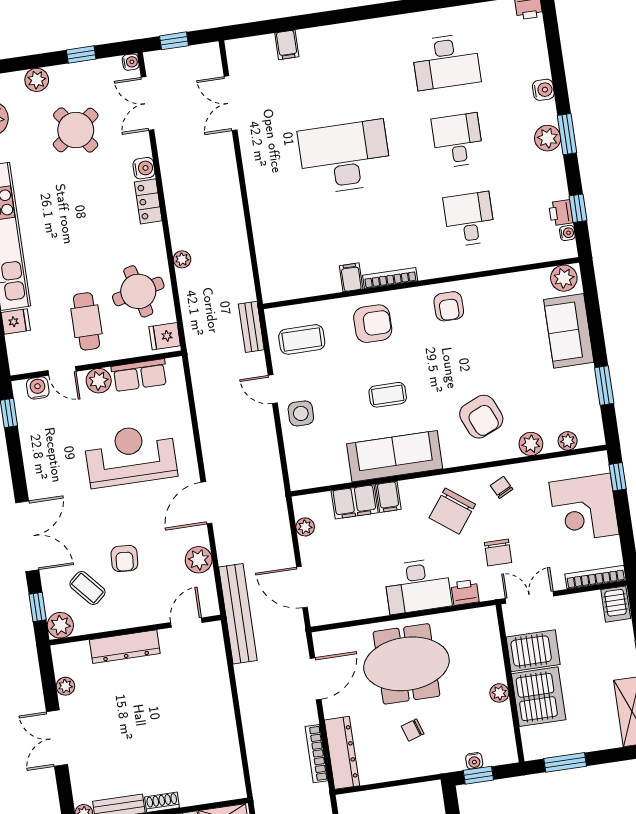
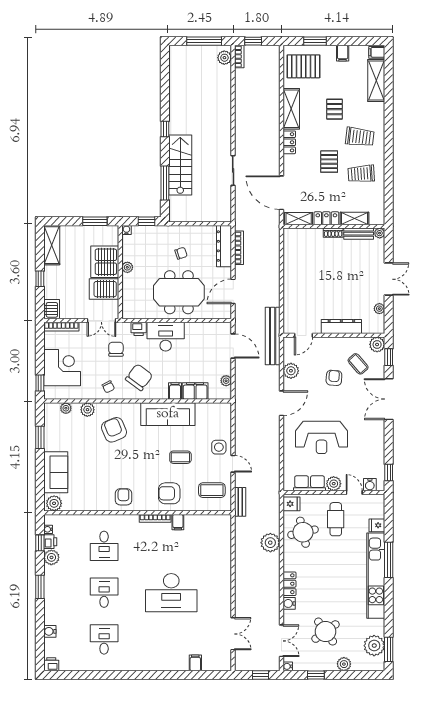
desk: (446, 62) -> (104, 639), width x0.73
water cooler: (543, 90) -> (50, 631), moved
plant: (548, 138) -> (51, 557), moved
desk: (458, 140) -> (104, 593), turned 180
plant: (182, 259) -> (270, 543), width x1.88, depth x1.88
coffee table: (388, 395) -> (180, 457), moved
water cooler: (474, 761) -> (126, 230), moved

